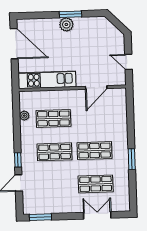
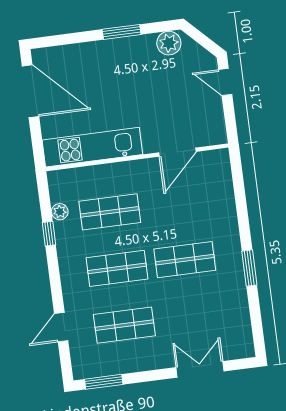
plant: (66, 24) -> (169, 43), moved
door: (128, 62) -> (225, 82), moved
window: (18, 160) -> (49, 234), moved
shop shelf: (96, 184) -> (124, 325), moved

